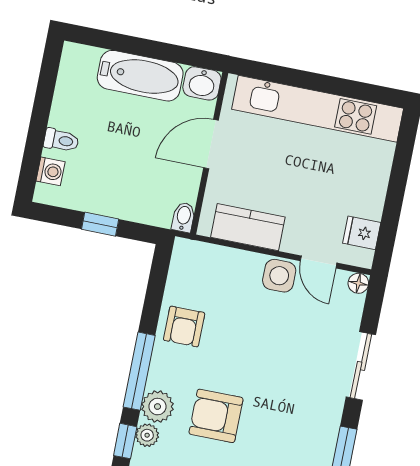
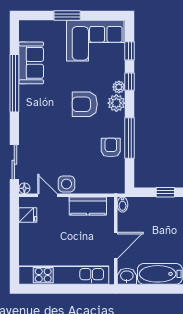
sliding door: (361, 366) -> (14, 162), moved
window: (139, 371) -> (130, 138), moved
armchair: (216, 416) -> (85, 104), turned 180

